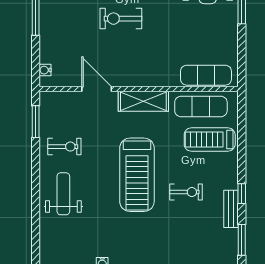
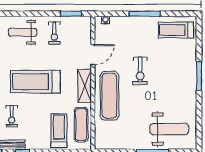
exercise bike: (121, 19) -> (140, 71), turned 180
exercise mat: (206, 75) -> (109, 96), moved, width x1.36, depth x1.45
exercise bike: (186, 192) -> (12, 116), moved
weight bench: (63, 194) -> (23, 32), turned 180

